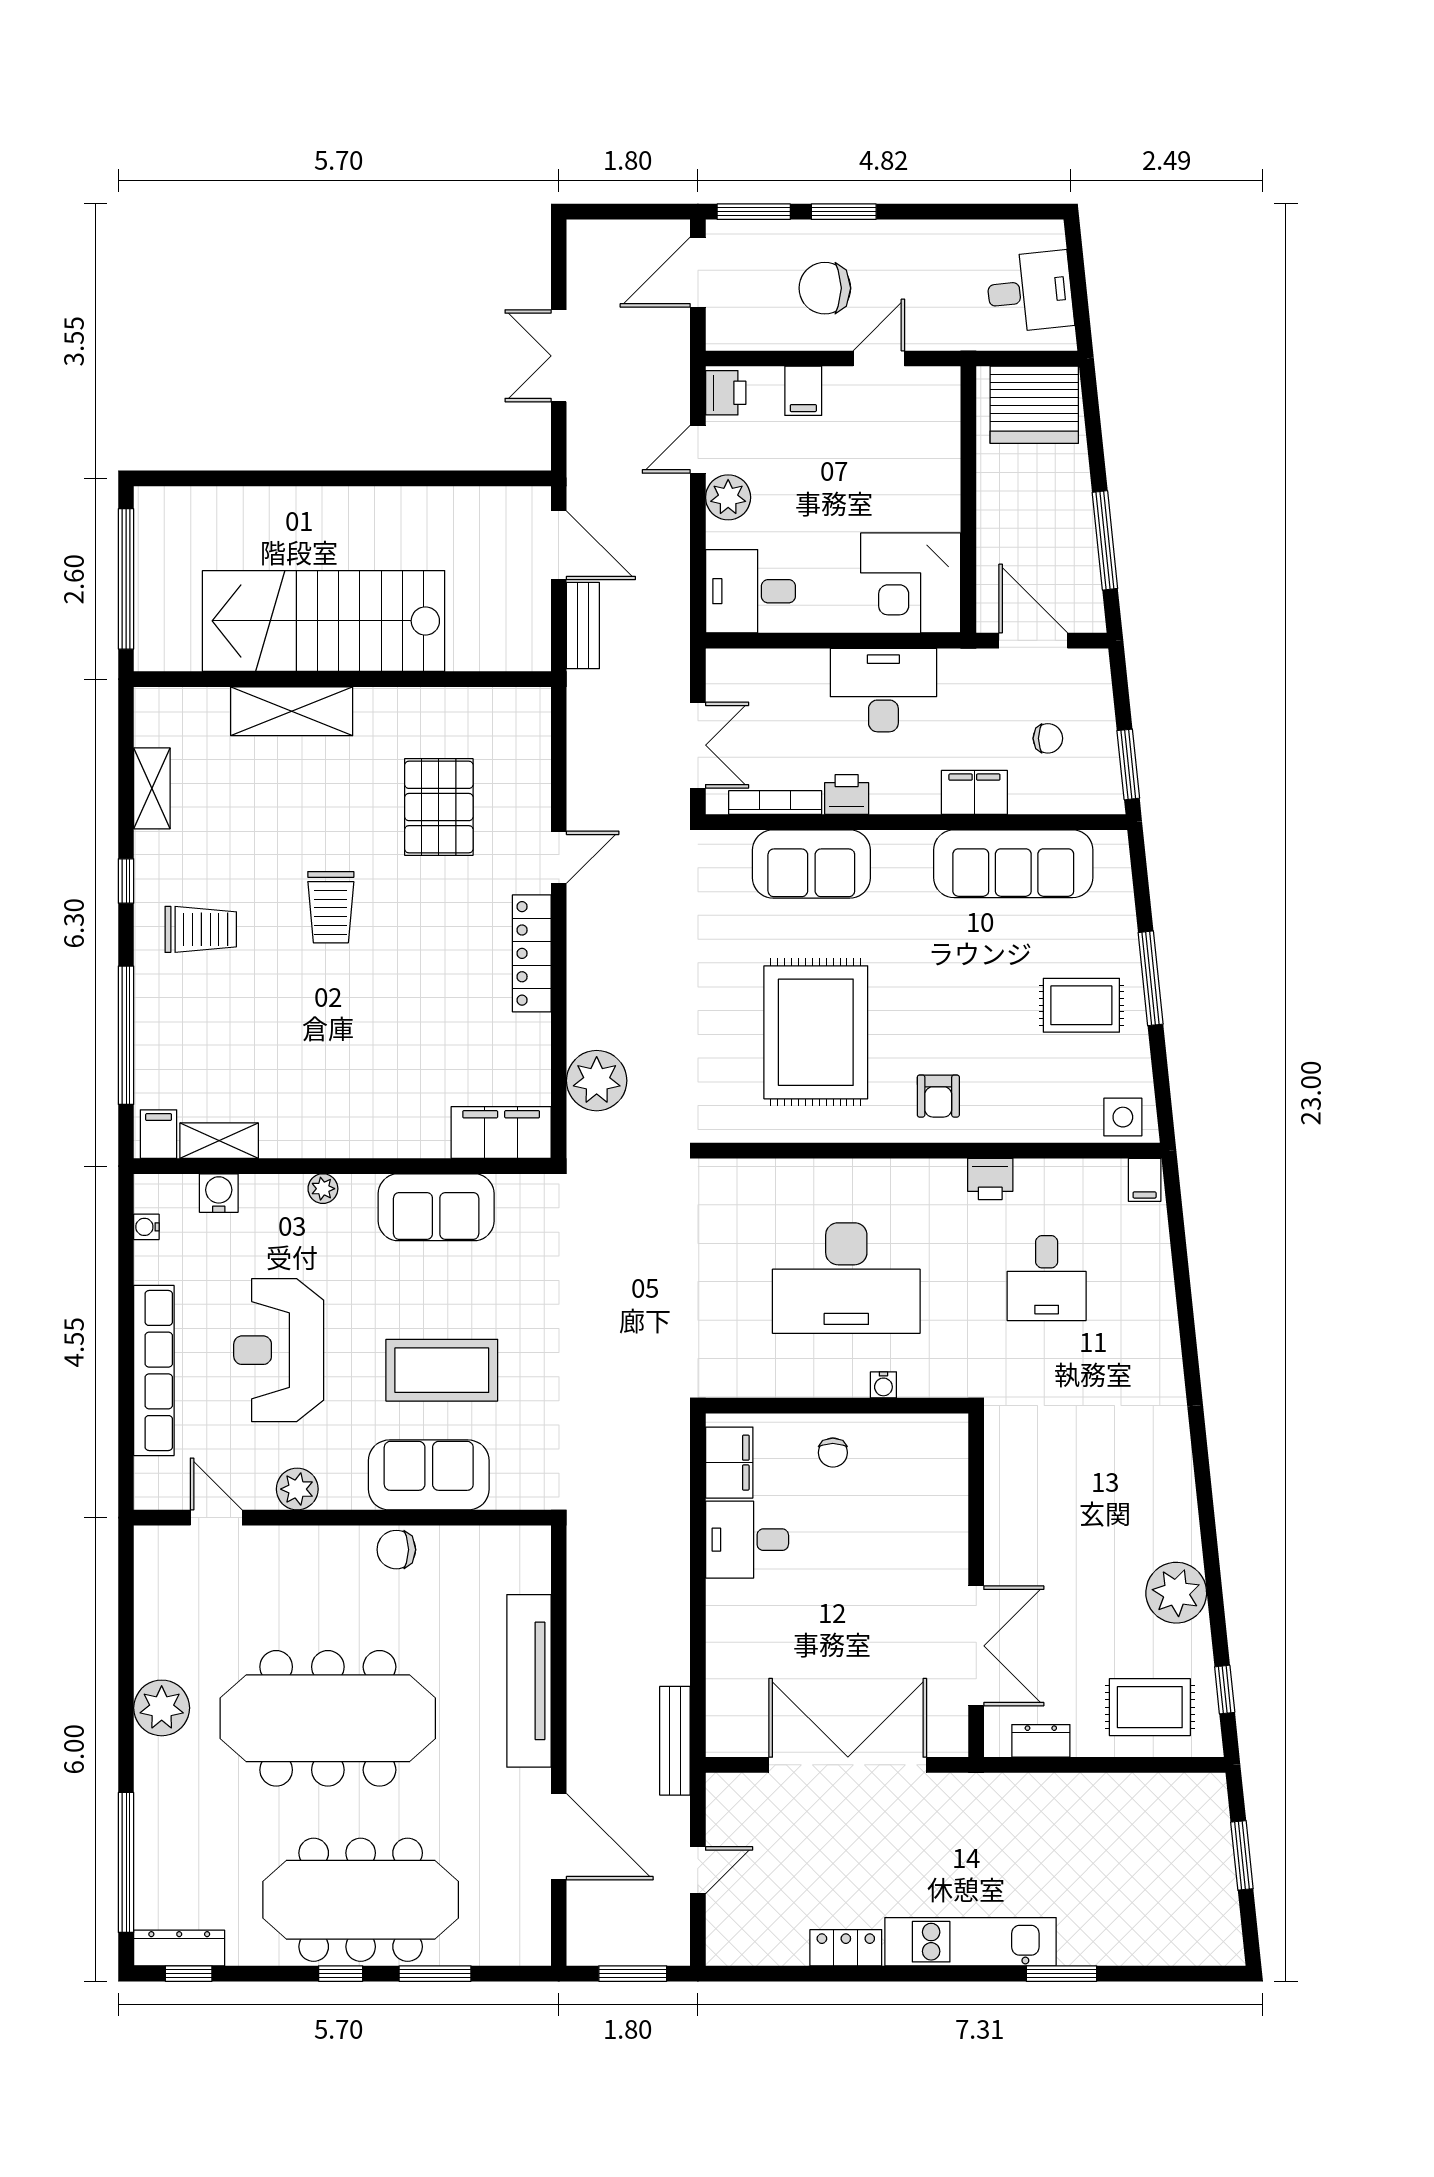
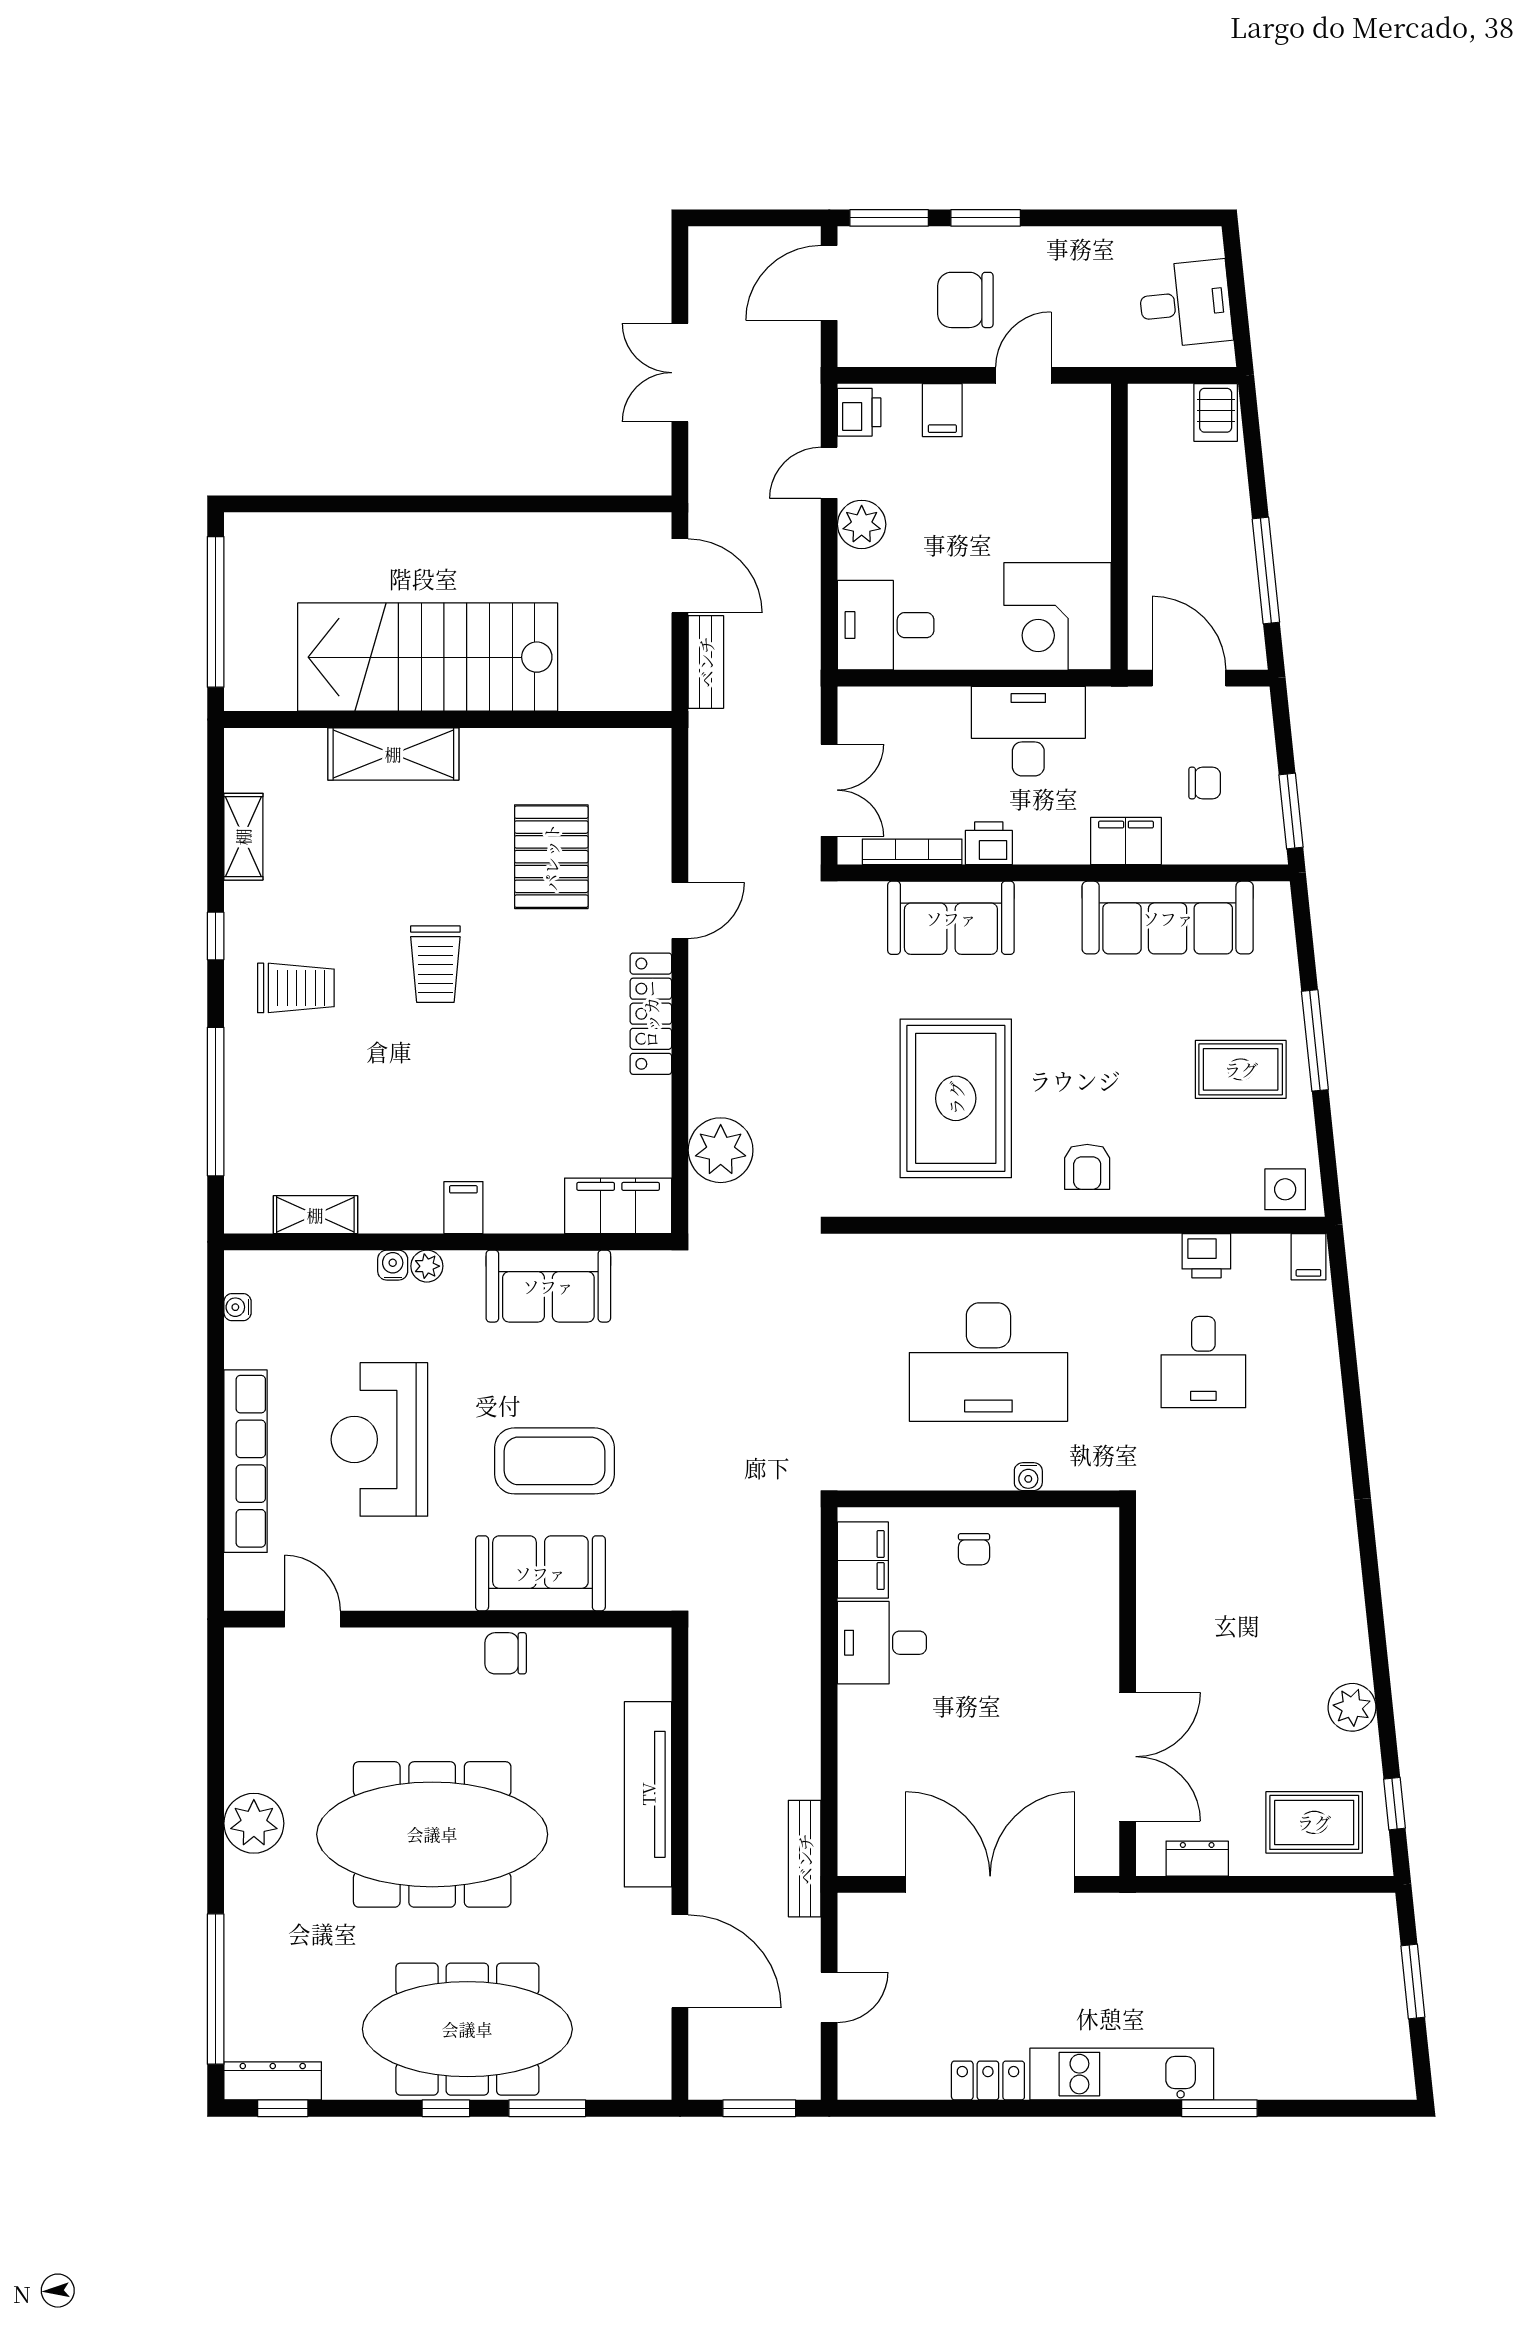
server rack: (1034, 405) -> (1216, 413), width x0.46, depth x0.70
filing cabinet: (159, 1134) -> (463, 1208), moved
printer: (990, 1179) -> (1206, 1256), moved
water cooler: (219, 1193) -> (393, 1265), moved, width x0.72, depth x0.72
plant: (297, 1489) -> (399, 1588), removed
plant: (1176, 1593) -> (1352, 1707), width x0.73, depth x0.73

